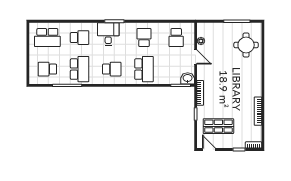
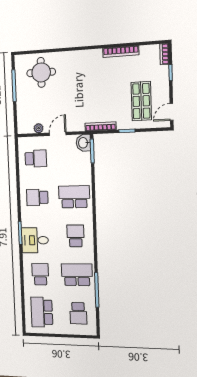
school desk: (47, 38) -> (42, 312), turned 180

